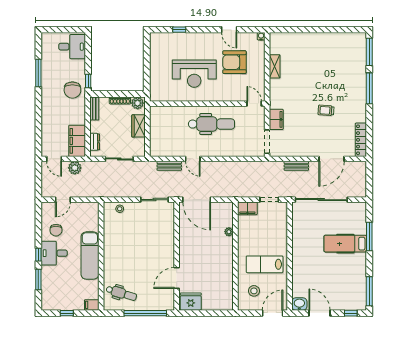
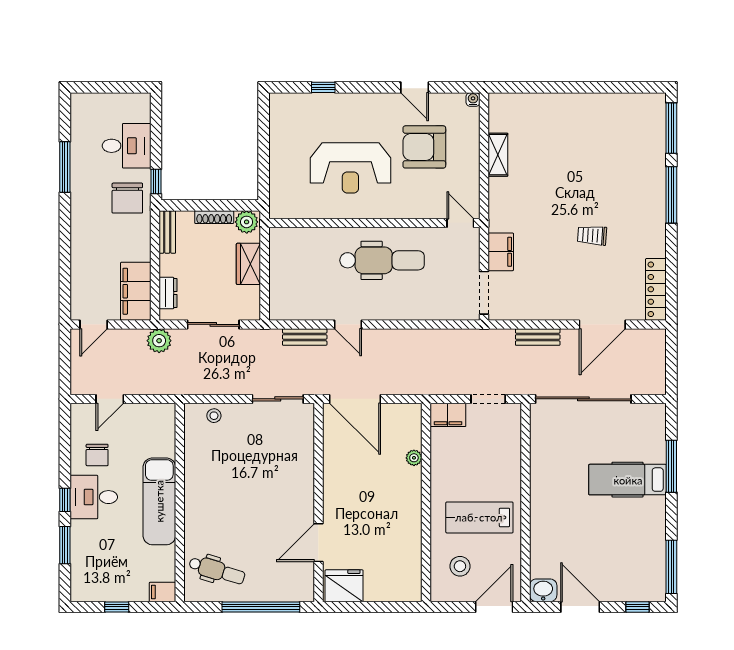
desk: (72, 47) -> (127, 146), moved
door: (54, 159) -> (94, 324), hinge flipped
plant: (75, 168) -> (159, 341), moved

